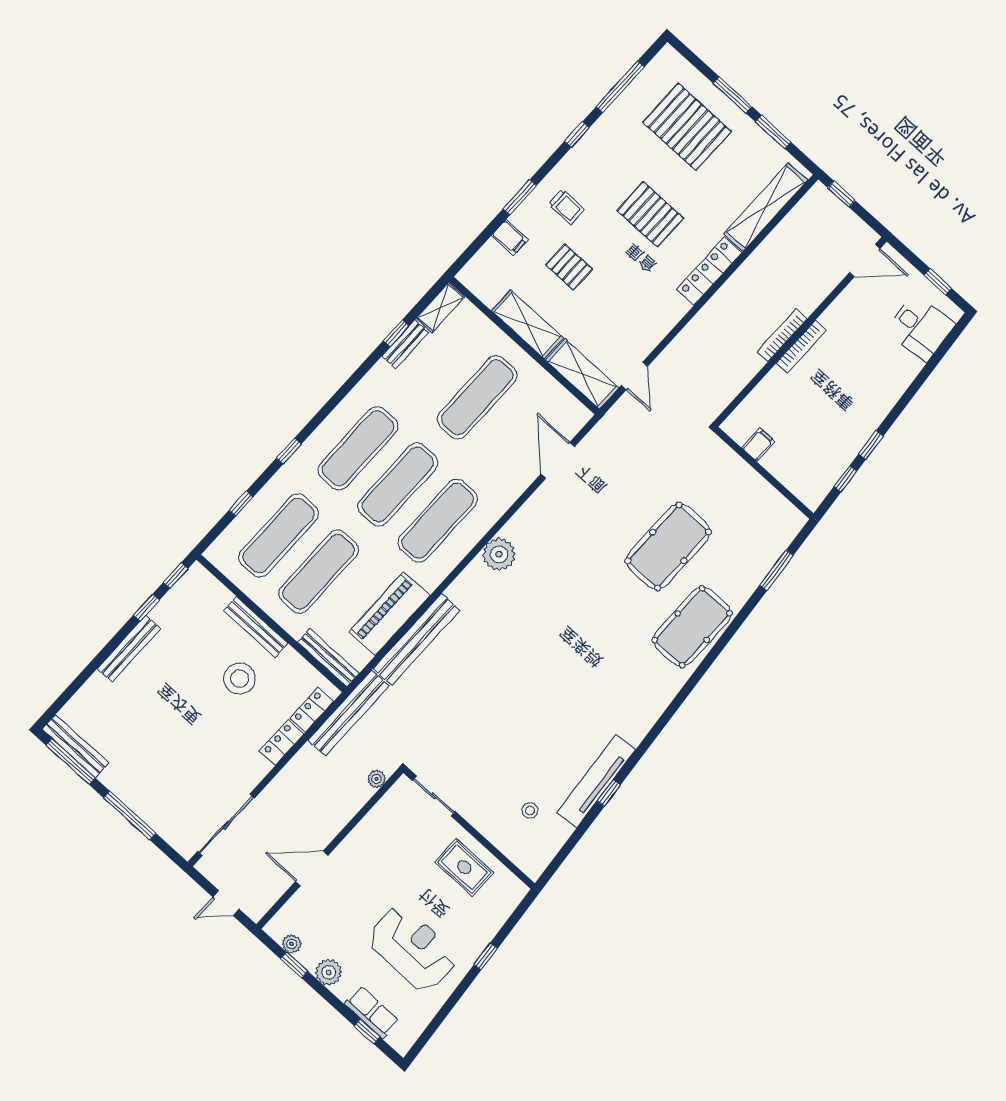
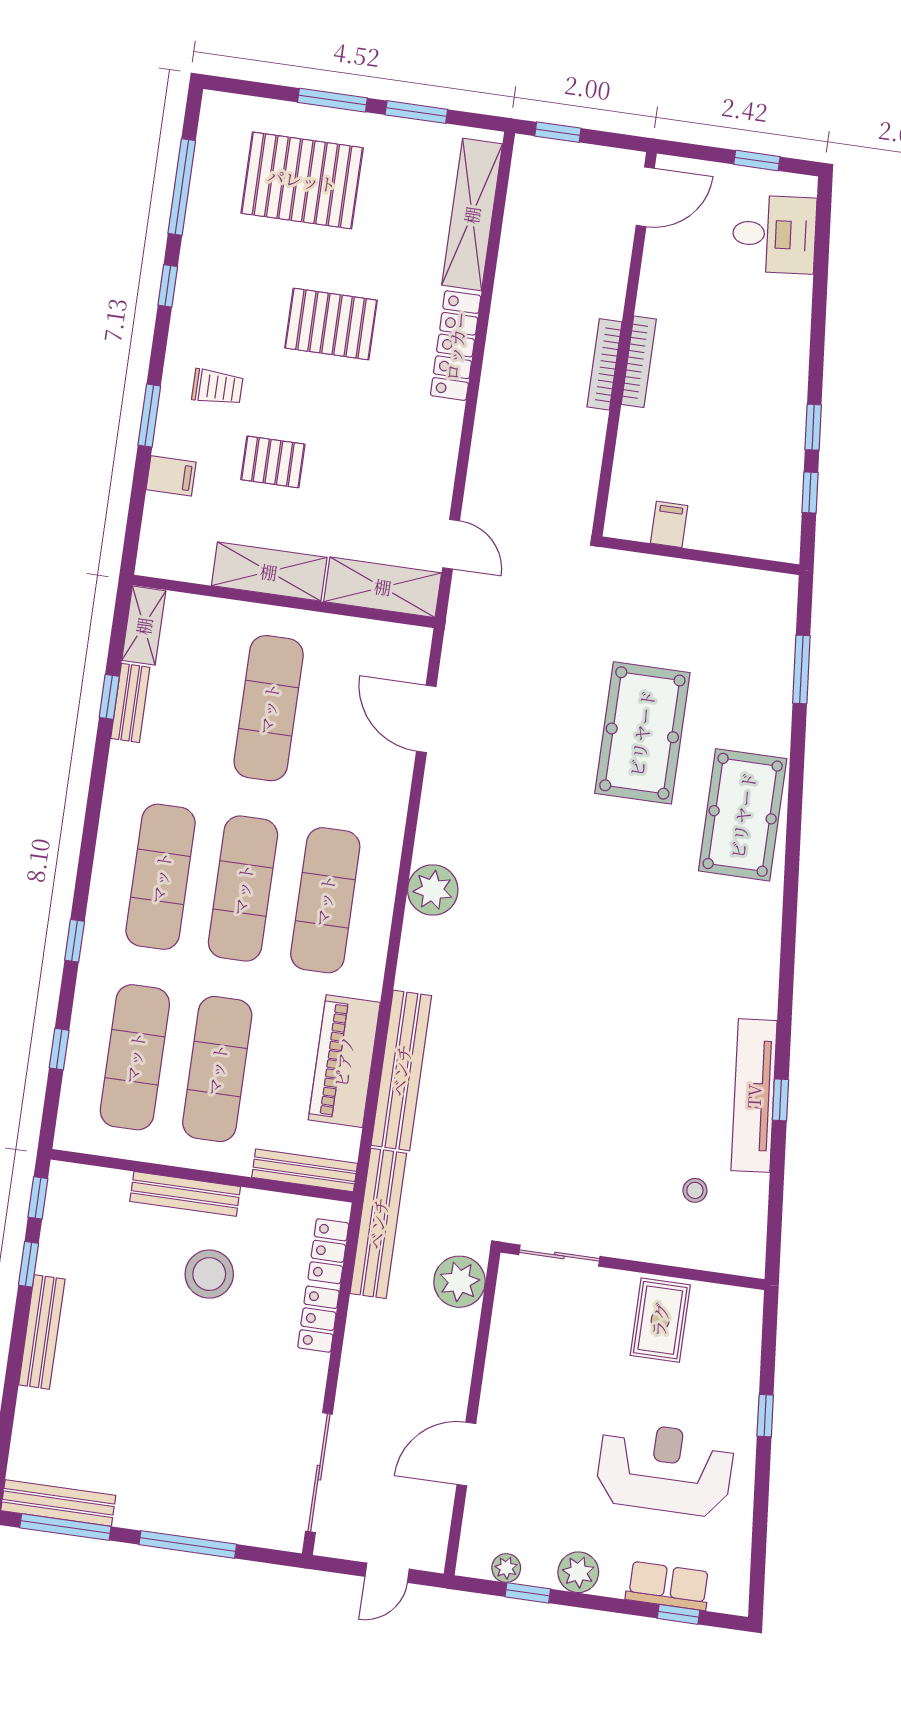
plant: (377, 779) -> (459, 1282), width x1.88, depth x1.88
rug: (464, 867) -> (660, 1320), turned 90

